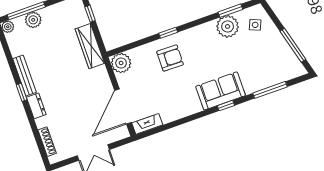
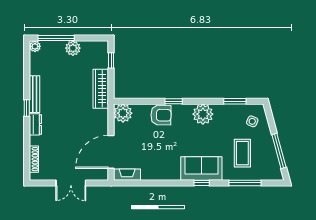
plant: (33, 20) -> (73, 48), moved
plant: (228, 26) -> (203, 114), moved
armchair: (170, 58) -> (161, 115), moved
coffee table: (257, 61) -> (242, 153), added

